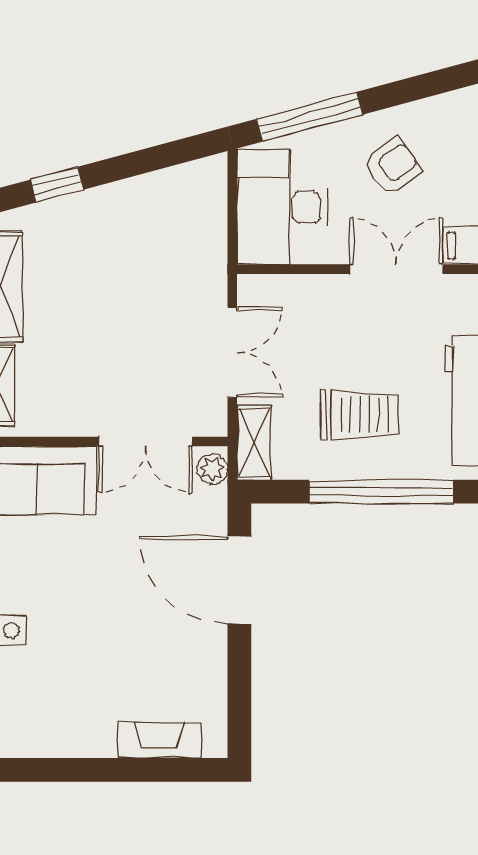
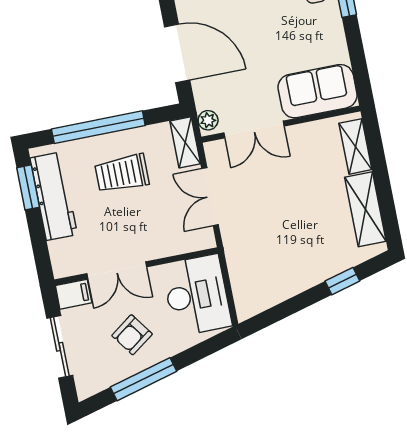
window: (310, 117) -> (143, 379), moved
double door: (146, 442) -> (254, 129), swing flipped

